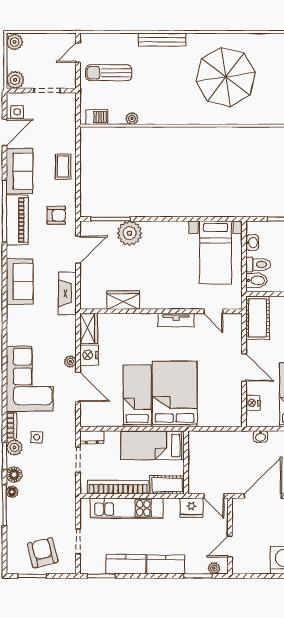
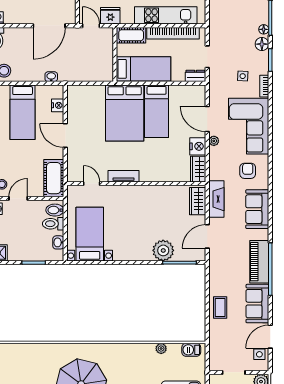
armchair: (56, 215) -> (248, 171), moved, turned 90
wardrobe: (123, 300) -> (198, 201), moved, turned 90
plant: (14, 447) -> (262, 67), removed

